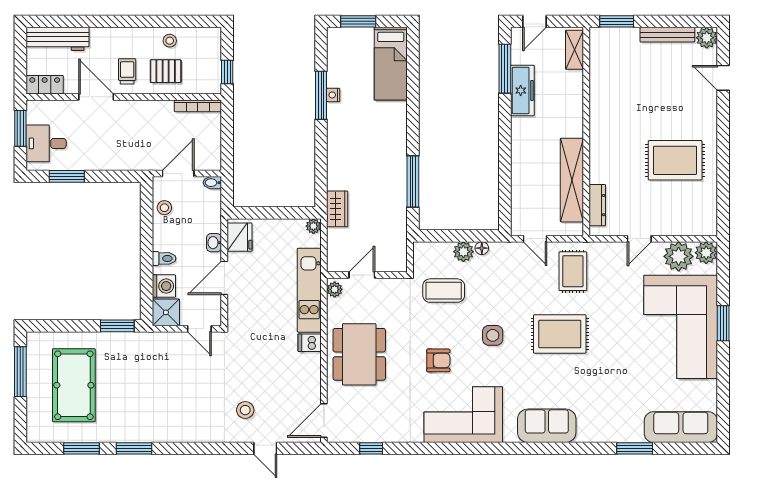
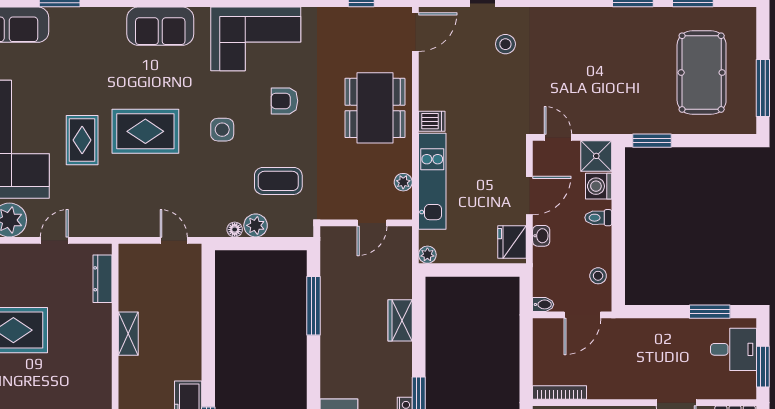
shelving: (572, 180) -> (128, 334), width x0.45, depth x0.75
wardrobe: (337, 209) -> (400, 320), moved
rug: (573, 271) -> (82, 140), moved
door: (362, 275) -> (372, 223), moved
wall: (367, 275) -> (366, 223), moved

